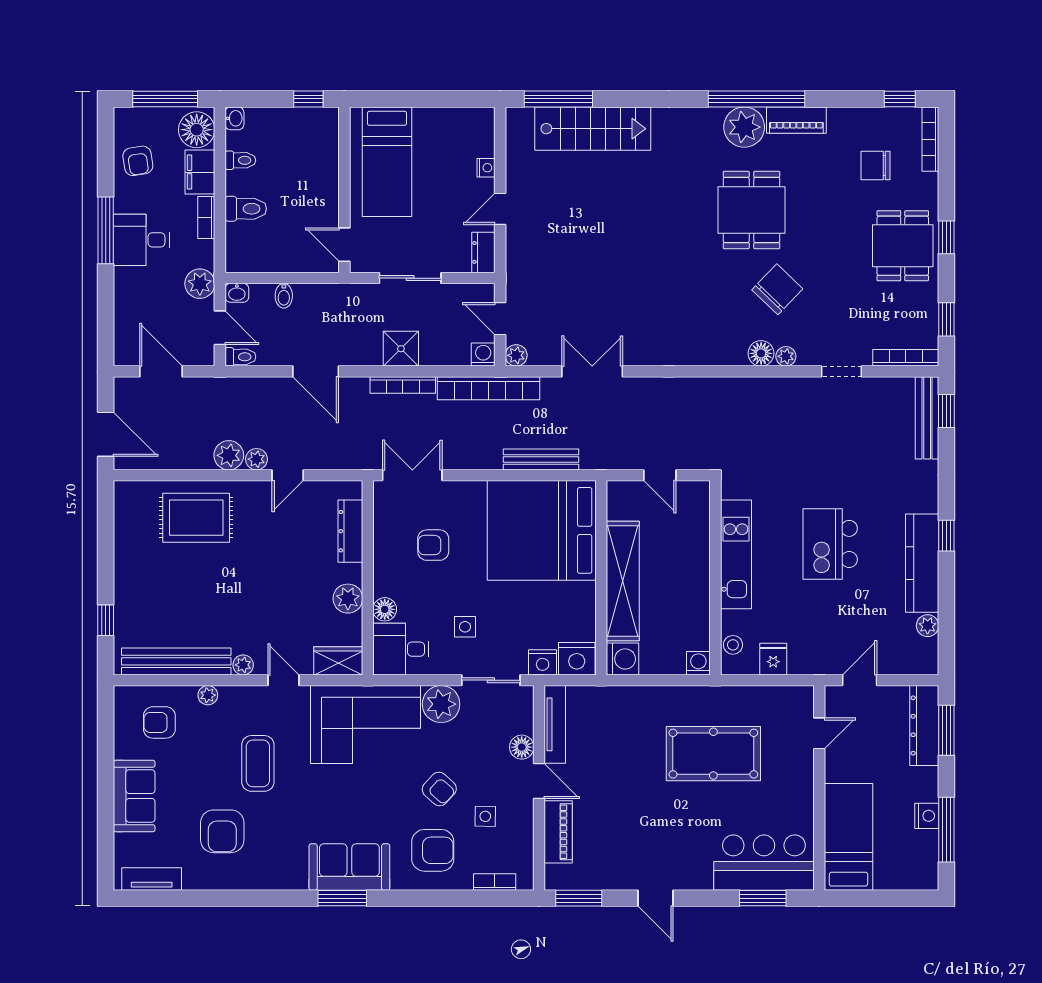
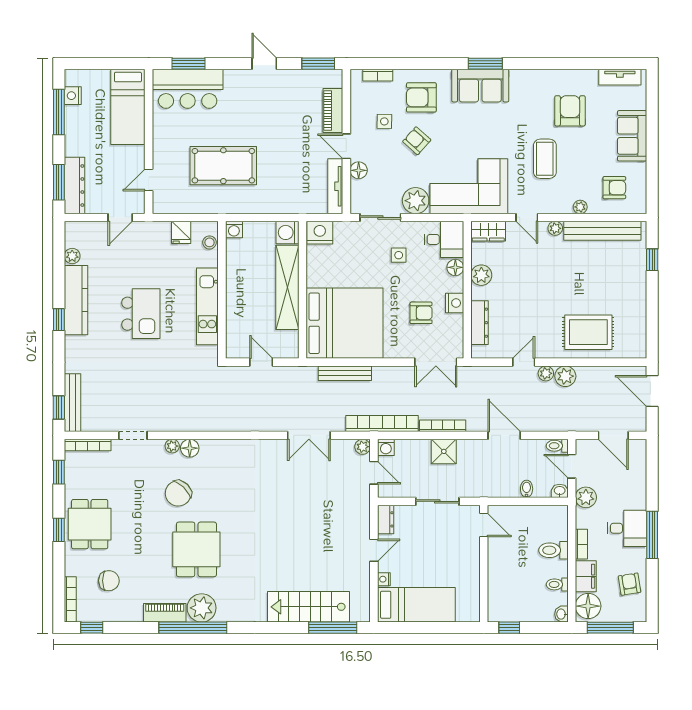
bed: (387, 162) -> (416, 605), moved, turned 90
nightstand: (543, 662) -> (455, 303), moved, turned 90
nightstand: (927, 816) -> (73, 96), moved

